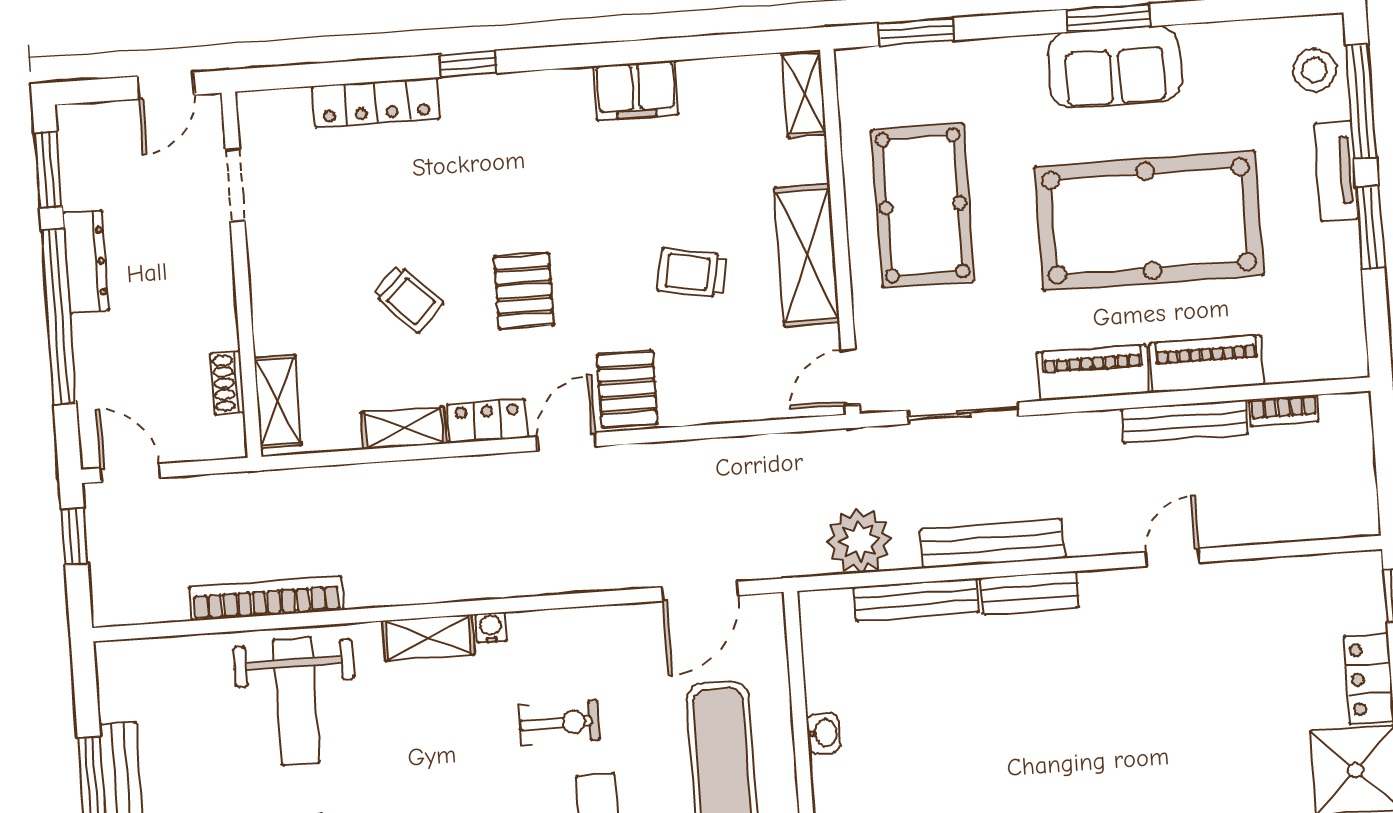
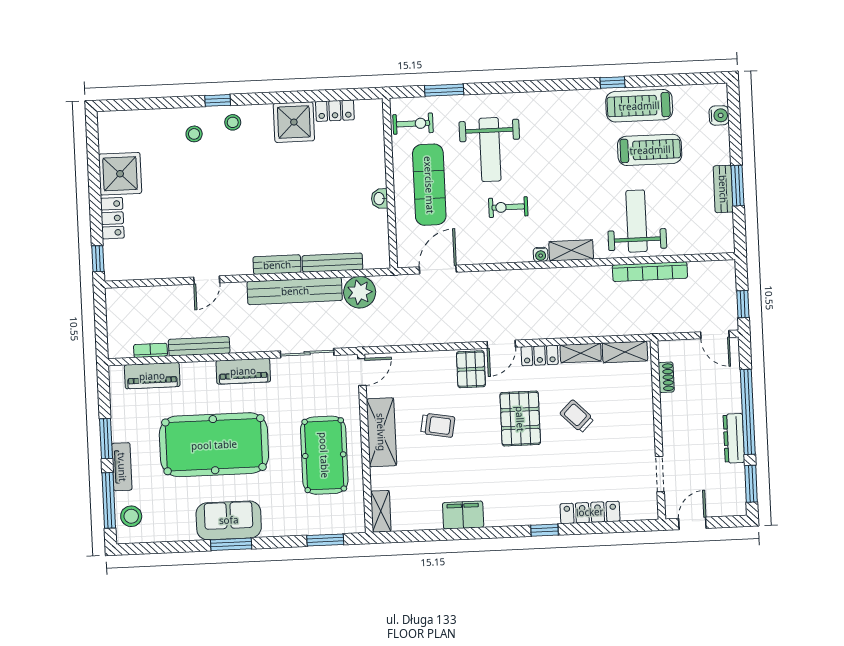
pallet: (524, 291) -> (520, 419), width x1.50, depth x1.42
piano: (1207, 364) -> (152, 376), moved
shelving: (278, 402) -> (625, 352), moved, turned 90
bench: (992, 544) -> (295, 291), width x1.37, depth x1.21

